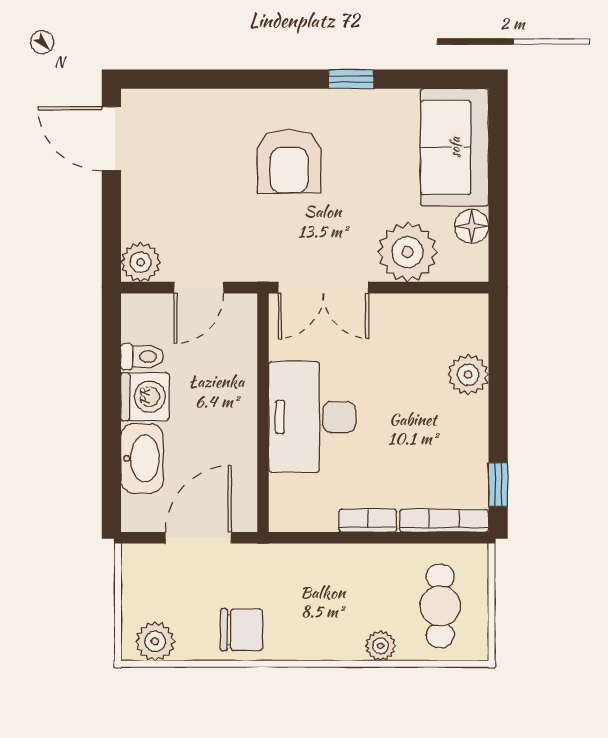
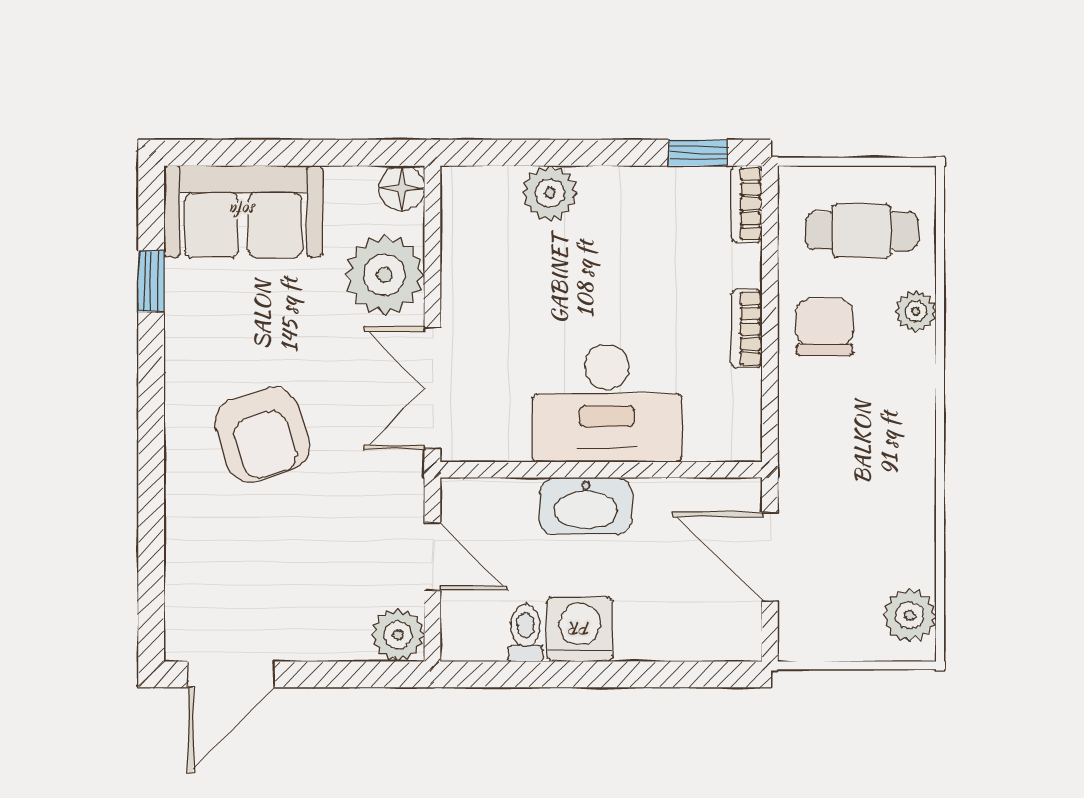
window: (351, 79) -> (151, 281), moved
armchair: (289, 161) -> (262, 435), turned 72
floor lamp: (472, 226) -> (402, 188), moved
double door: (323, 288) -> (432, 388), swing flipped
washbasin: (142, 458) -> (586, 506), moved, turned 180
bookcase: (444, 521) -> (747, 204), width x0.64
chair: (242, 630) -> (824, 327), moved

